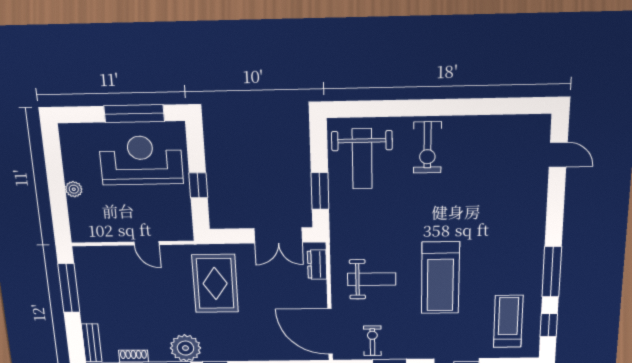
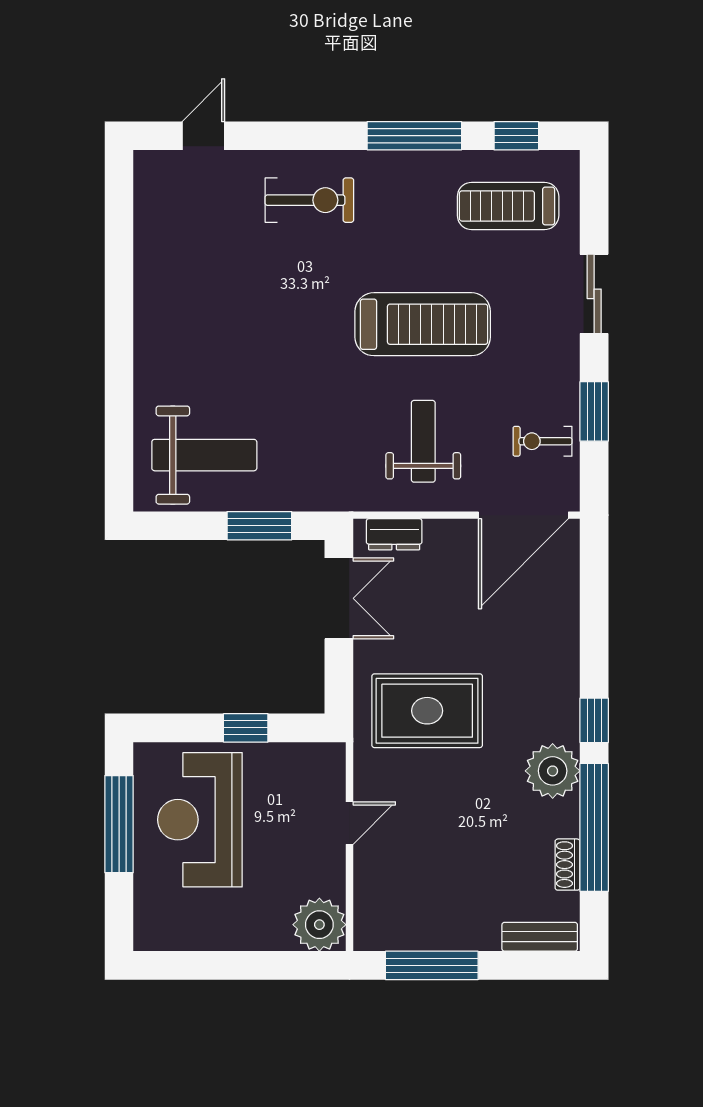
exercise bike: (427, 147) -> (309, 200), moved
plant: (74, 189) -> (319, 925), moved, width x1.88, depth x1.88

